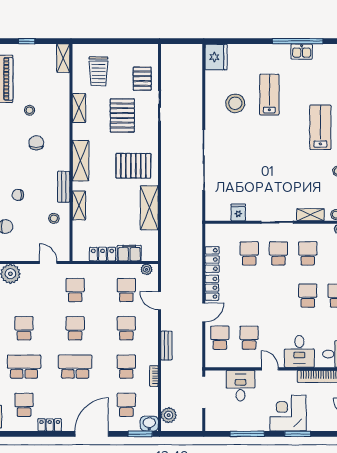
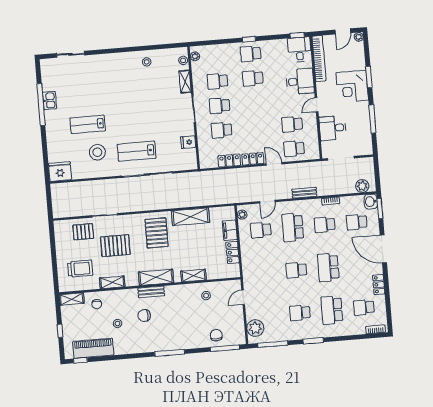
lab bench: (320, 127) -> (137, 151), moved
bench: (64, 187) -> (151, 292), moved
chair: (18, 195) -> (97, 304), moved
school desk: (75, 290) -> (264, 273), removed
school desk: (126, 328) -> (293, 227), width x1.85

